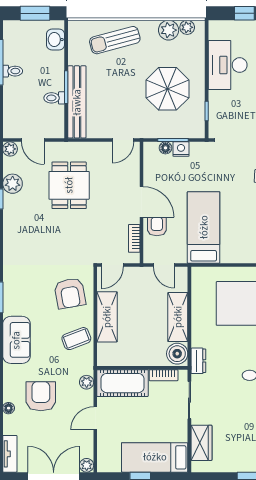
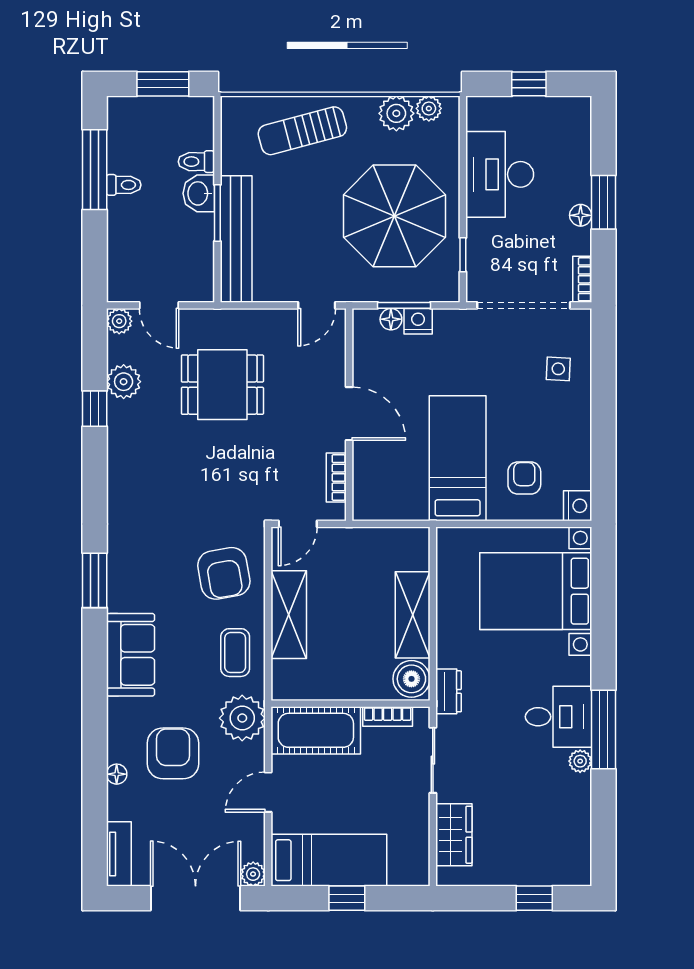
washbasin: (56, 40) -> (199, 193), moved
parasol: (168, 89) -> (395, 216), width x1.36, depth x1.36
toilet: (54, 98) -> (196, 162), moved
dining table: (69, 185) -> (222, 385), turned 90
armchair: (157, 227) -> (524, 478), moved
door: (164, 265) -> (388, 524), removed
coffee table: (76, 339) -> (235, 653), turned -69
plant: (87, 382) -> (242, 718), width x1.88, depth x1.88
bed: (155, 457) -> (329, 860), moved, turned 180

